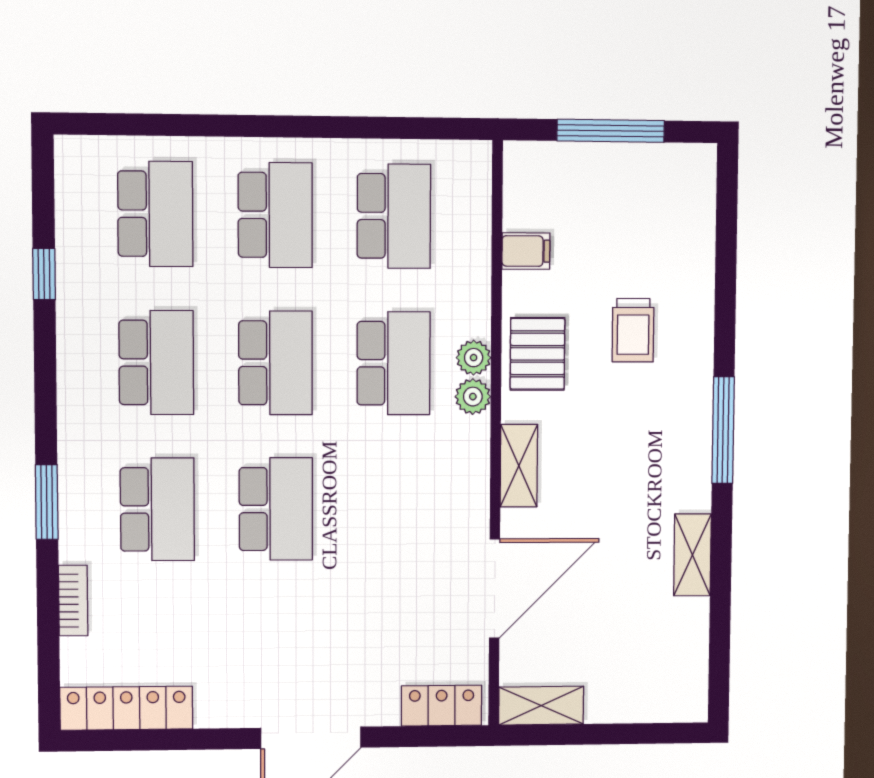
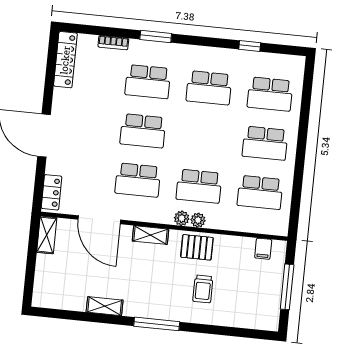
filing cabinet: (526, 251) -> (263, 249), moved
trolley: (633, 330) -> (203, 289), turned -90
school desk: (276, 363) -> (138, 180), moved

